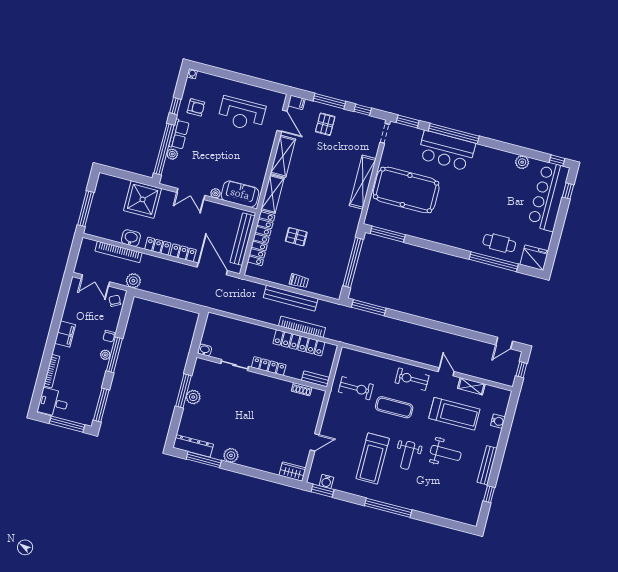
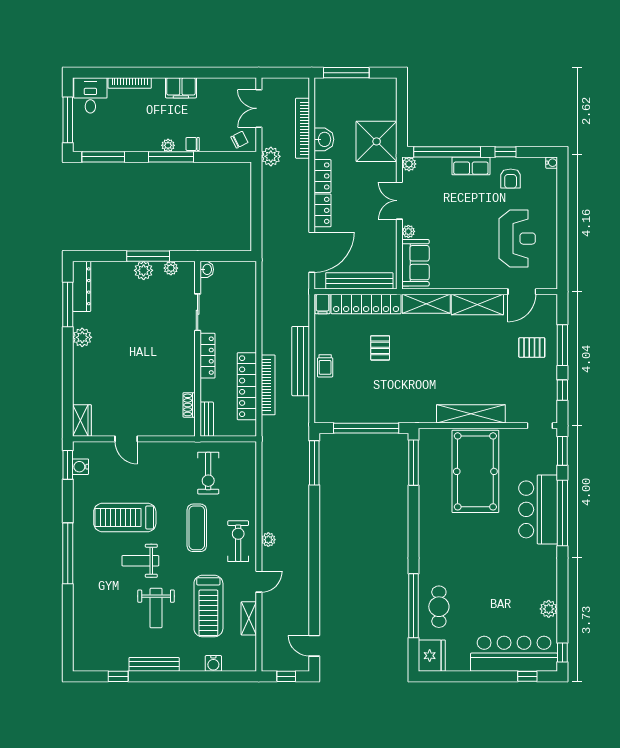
filing cabinet: (297, 102) -> (323, 304), moved
reception desk: (242, 114) -> (517, 239), turned 180
plant: (172, 154) -> (409, 164), moved
plant: (417, 356) -> (268, 540), added
plant: (197, 376) -> (171, 268), added

